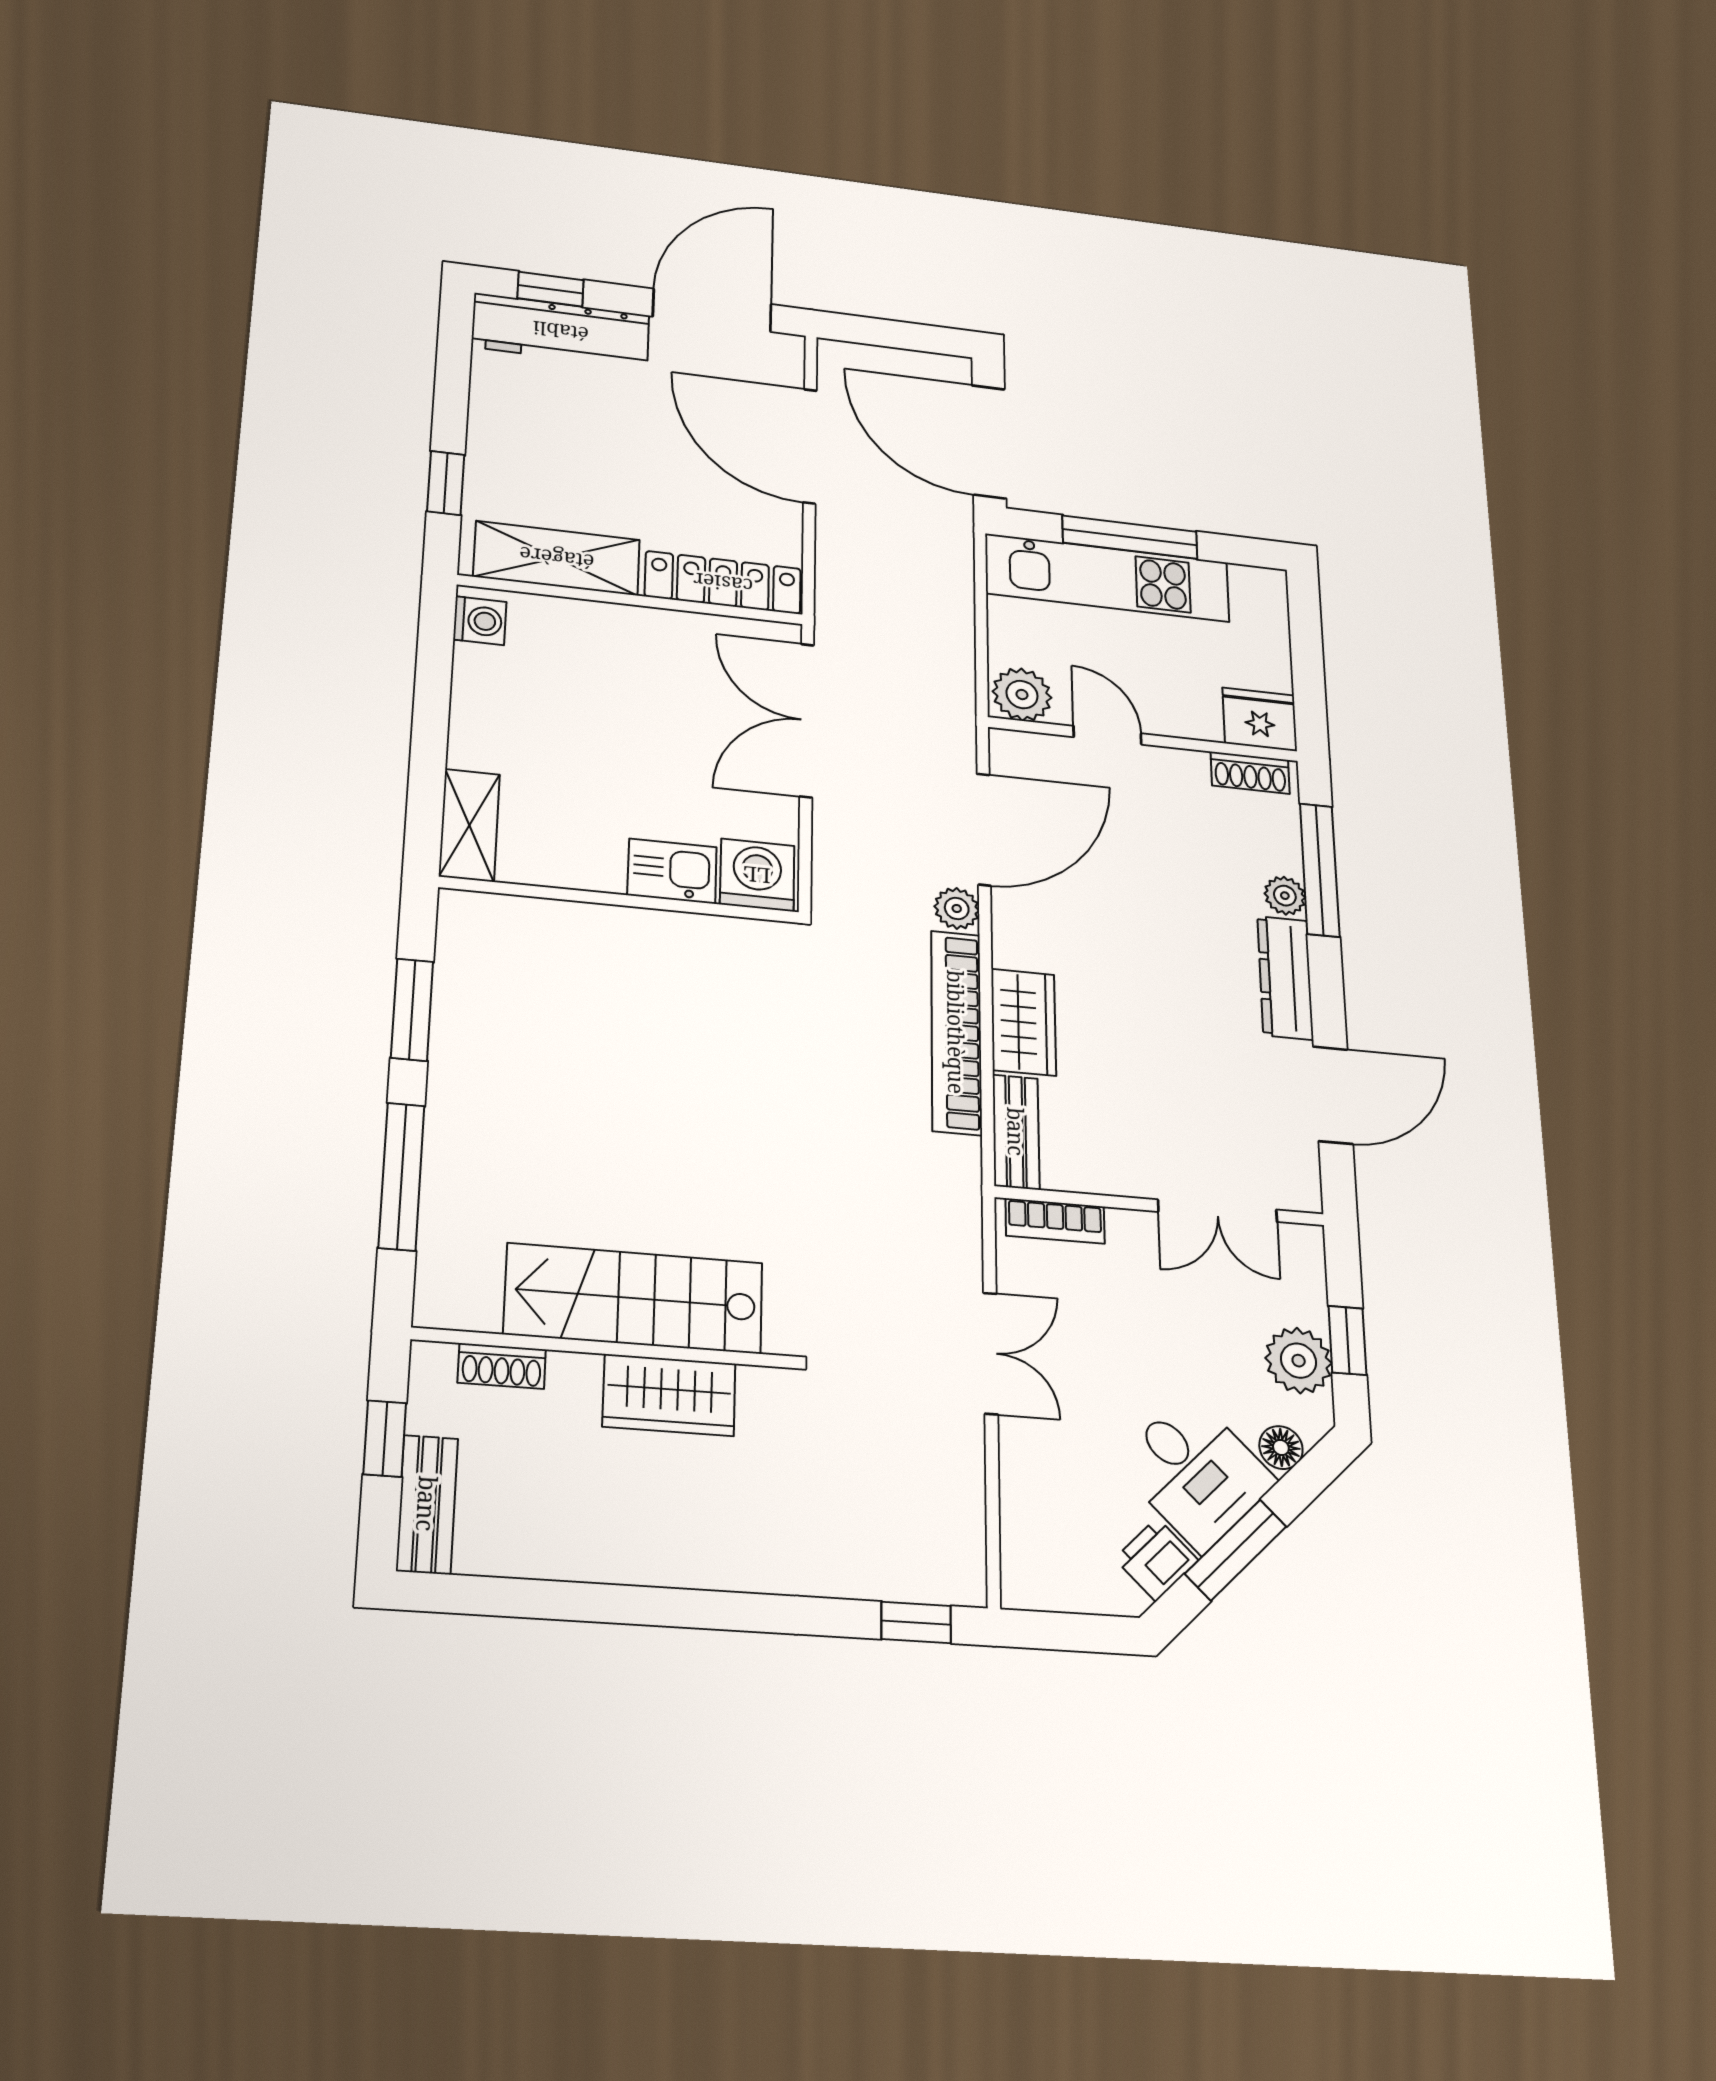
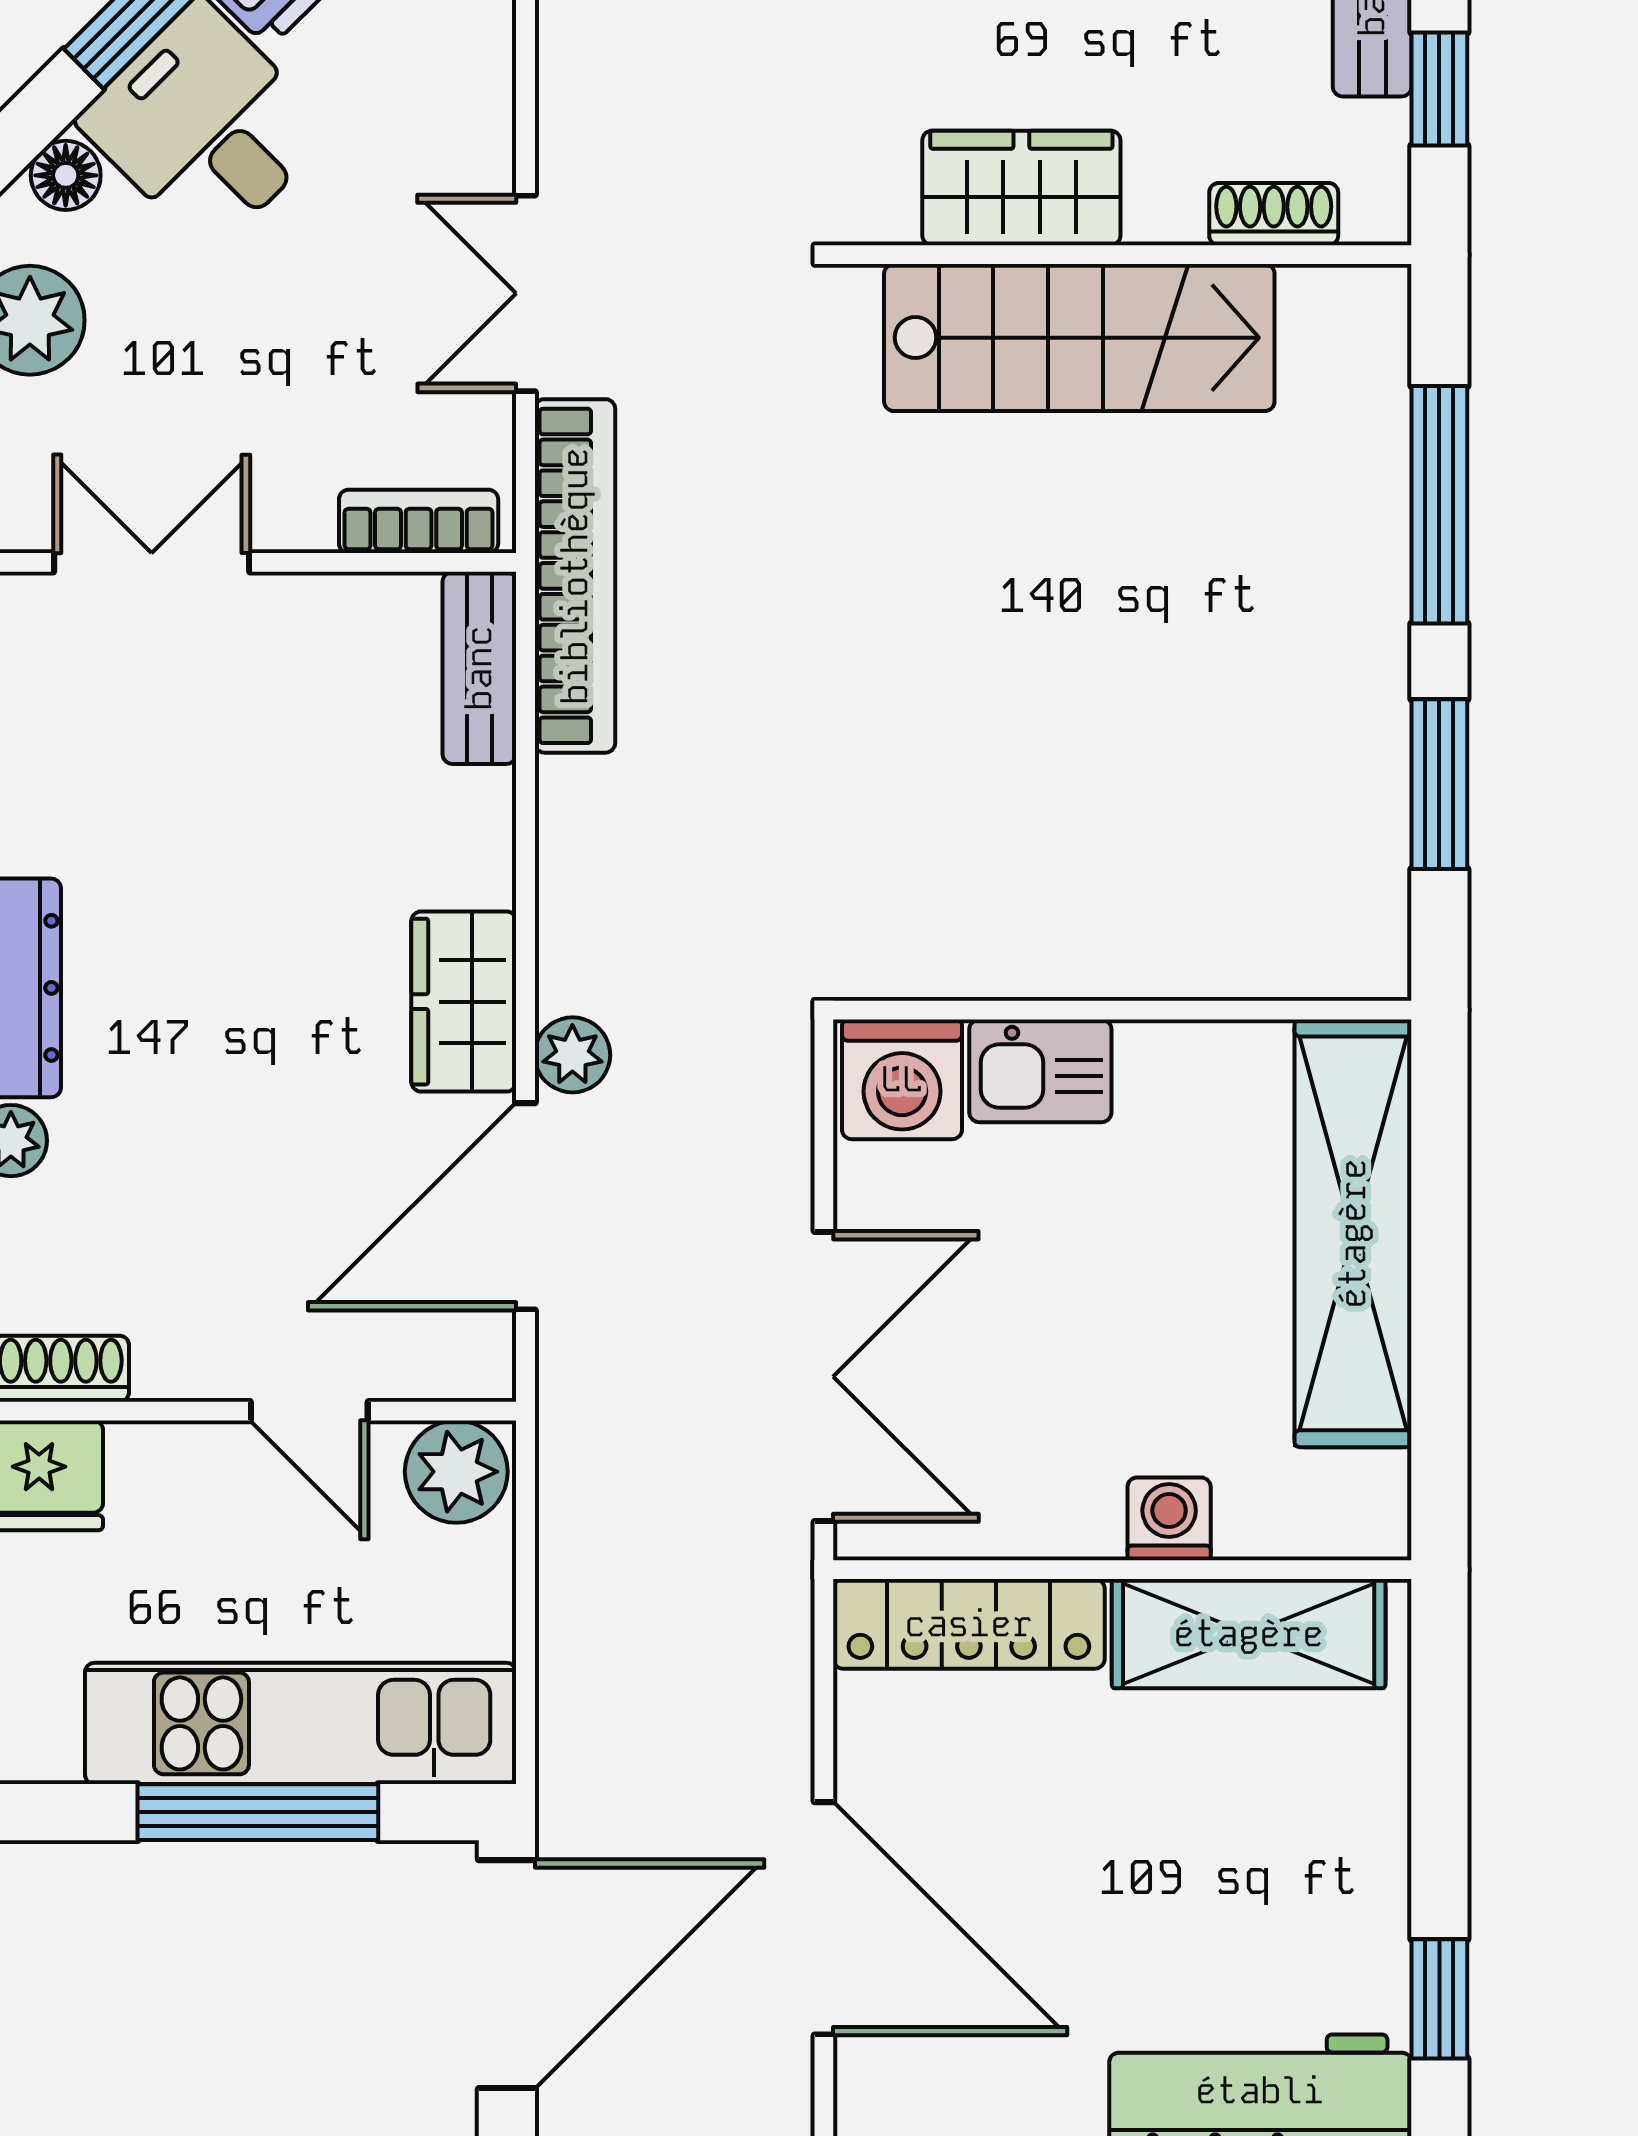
door: (989, 442) -> (507, 1974), hinge flipped
window: (446, 483) -> (1439, 1999), moved
washing machine: (480, 621) -> (1169, 1519), moved, turned 90
shelving: (469, 825) -> (1353, 1233), width x2.20, depth x1.33
wardrobe: (1024, 1022) -> (464, 1002), moved
bookcase: (956, 1032) -> (575, 576), moved

